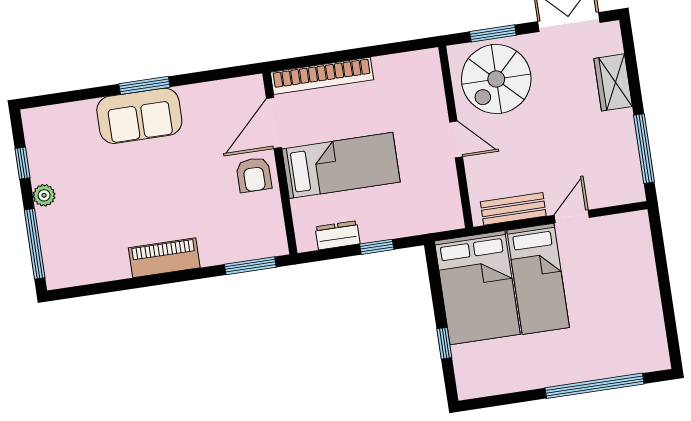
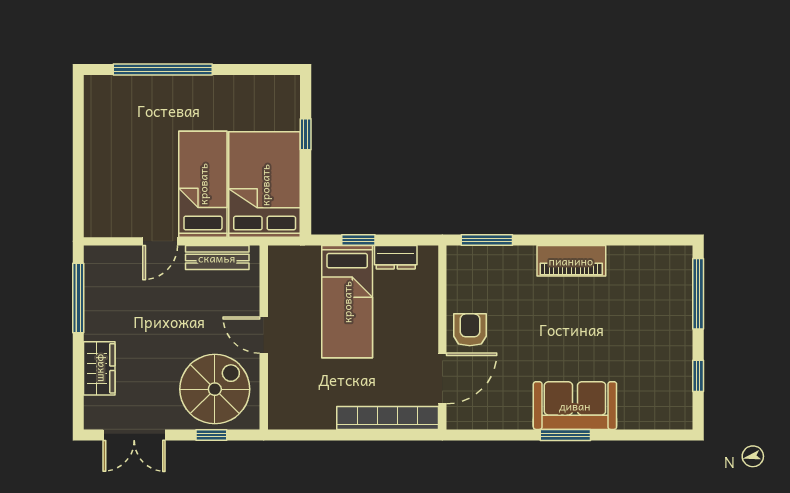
window: (493, 33) -> (211, 435), width x0.67
bed: (341, 165) -> (347, 302), moved, turned -90
plant: (44, 195) -> (681, 341), removed

